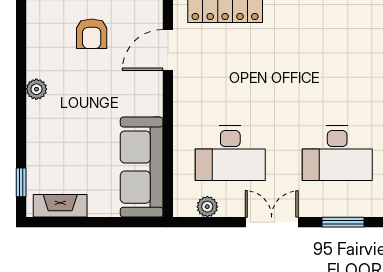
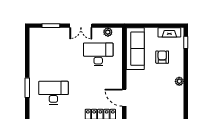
armchair: (92, 34) -> (162, 57), moved
door: (168, 50) -> (124, 98), swing flipped
desk: (337, 153) -> (53, 93), moved

